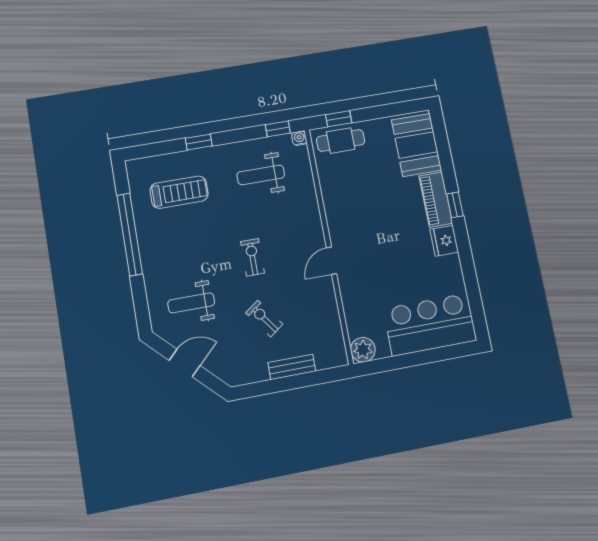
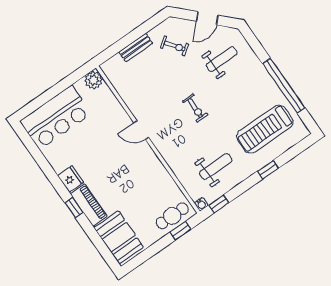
treadmill: (179, 192) -> (265, 129), width x1.37, depth x1.38
door: (332, 261) -> (141, 130), swing flipped
exercise bike: (264, 319) -> (175, 46), moved

